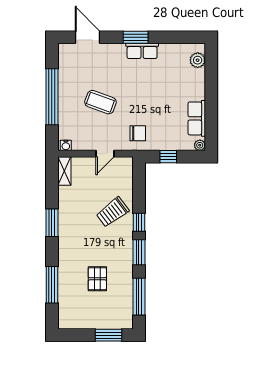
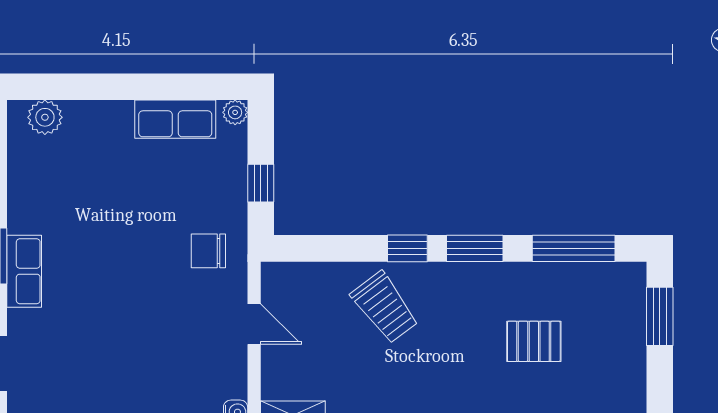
row of seats: (142, 51) -> (24, 271), moved
coffee table: (100, 102) -> (139, 334), removed
chair: (138, 133) -> (208, 251), turned -90

